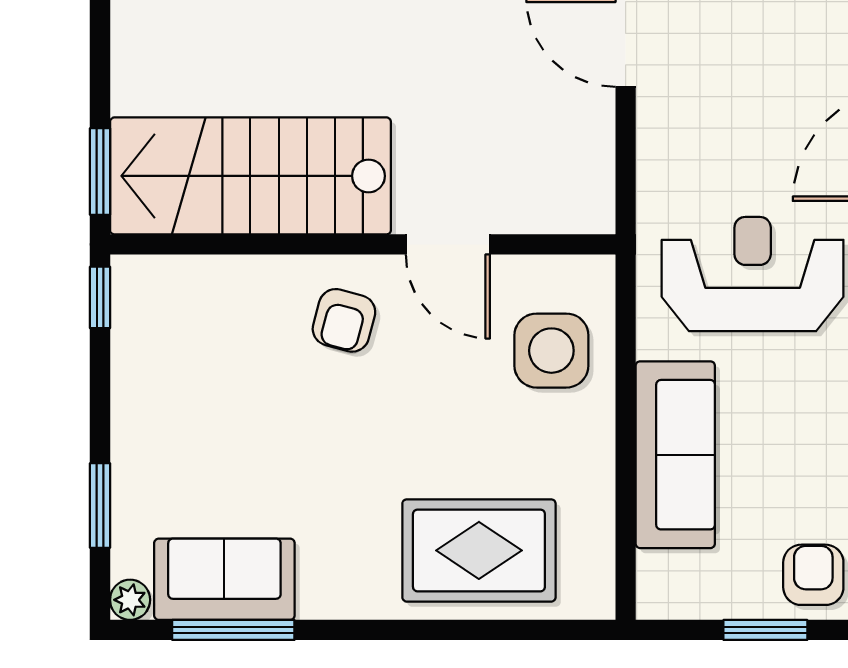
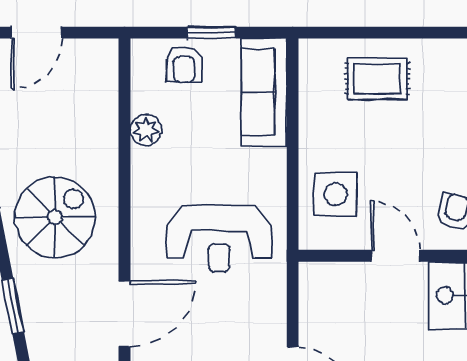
sofa: (675, 455) -> (264, 92), moved
rug: (479, 550) -> (377, 79), width x0.73, depth x0.70

